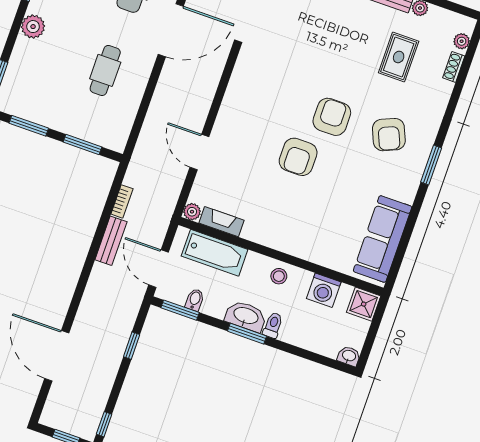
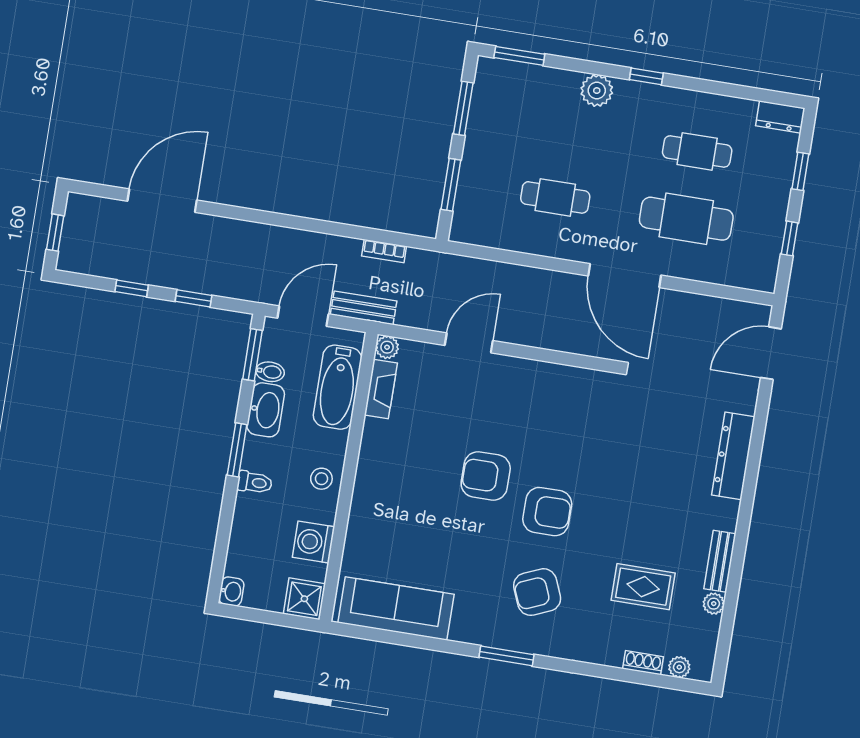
bench: (111, 241) -> (364, 308), moved
washbasin: (246, 316) -> (266, 410), moved
window: (104, 424) -> (132, 288), moved

